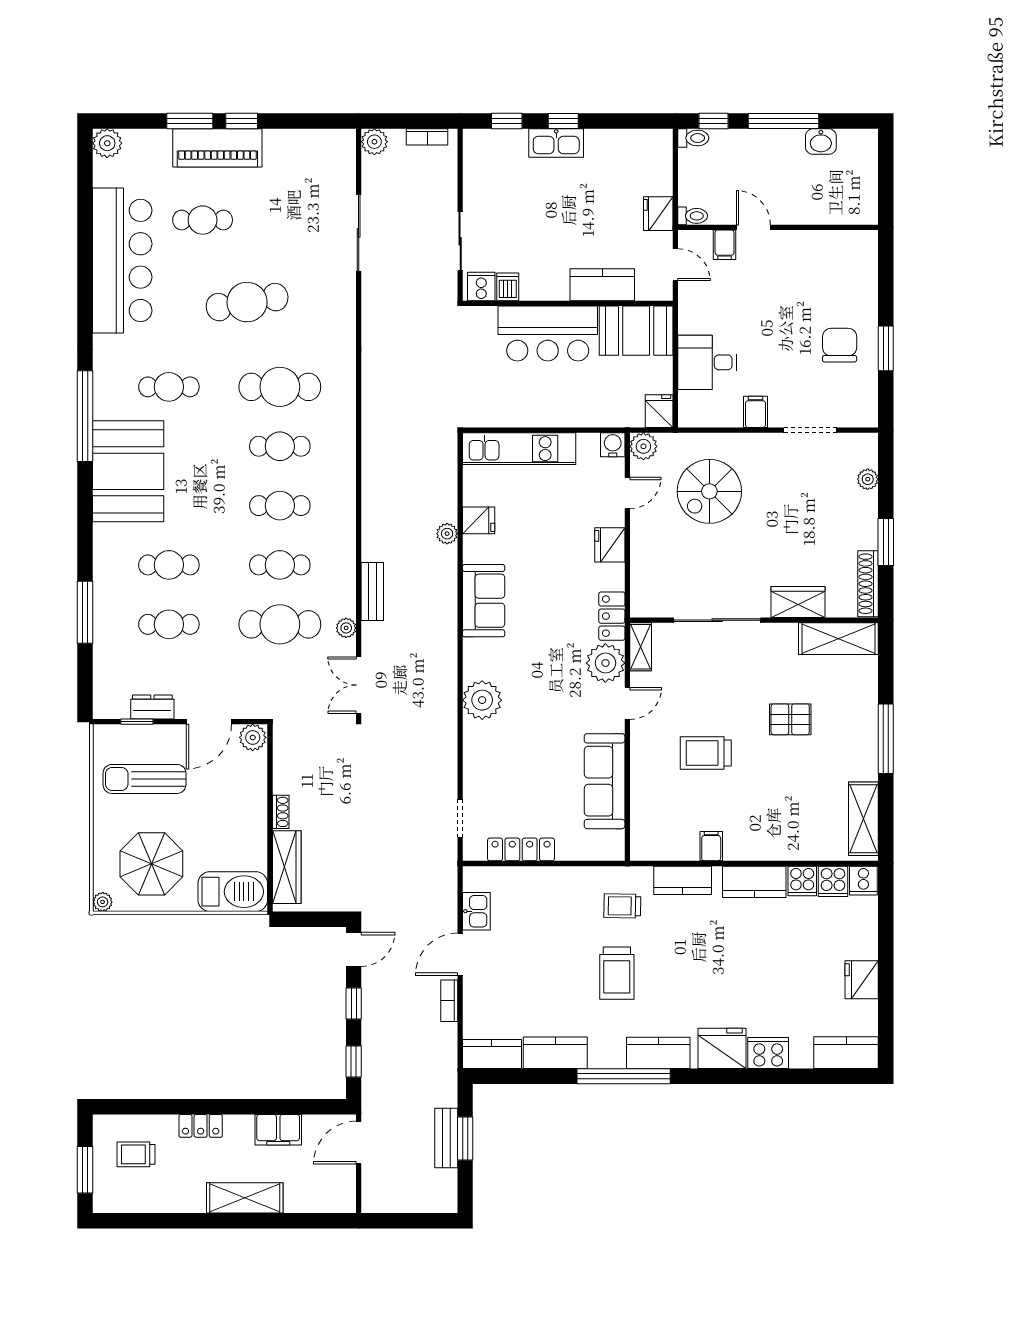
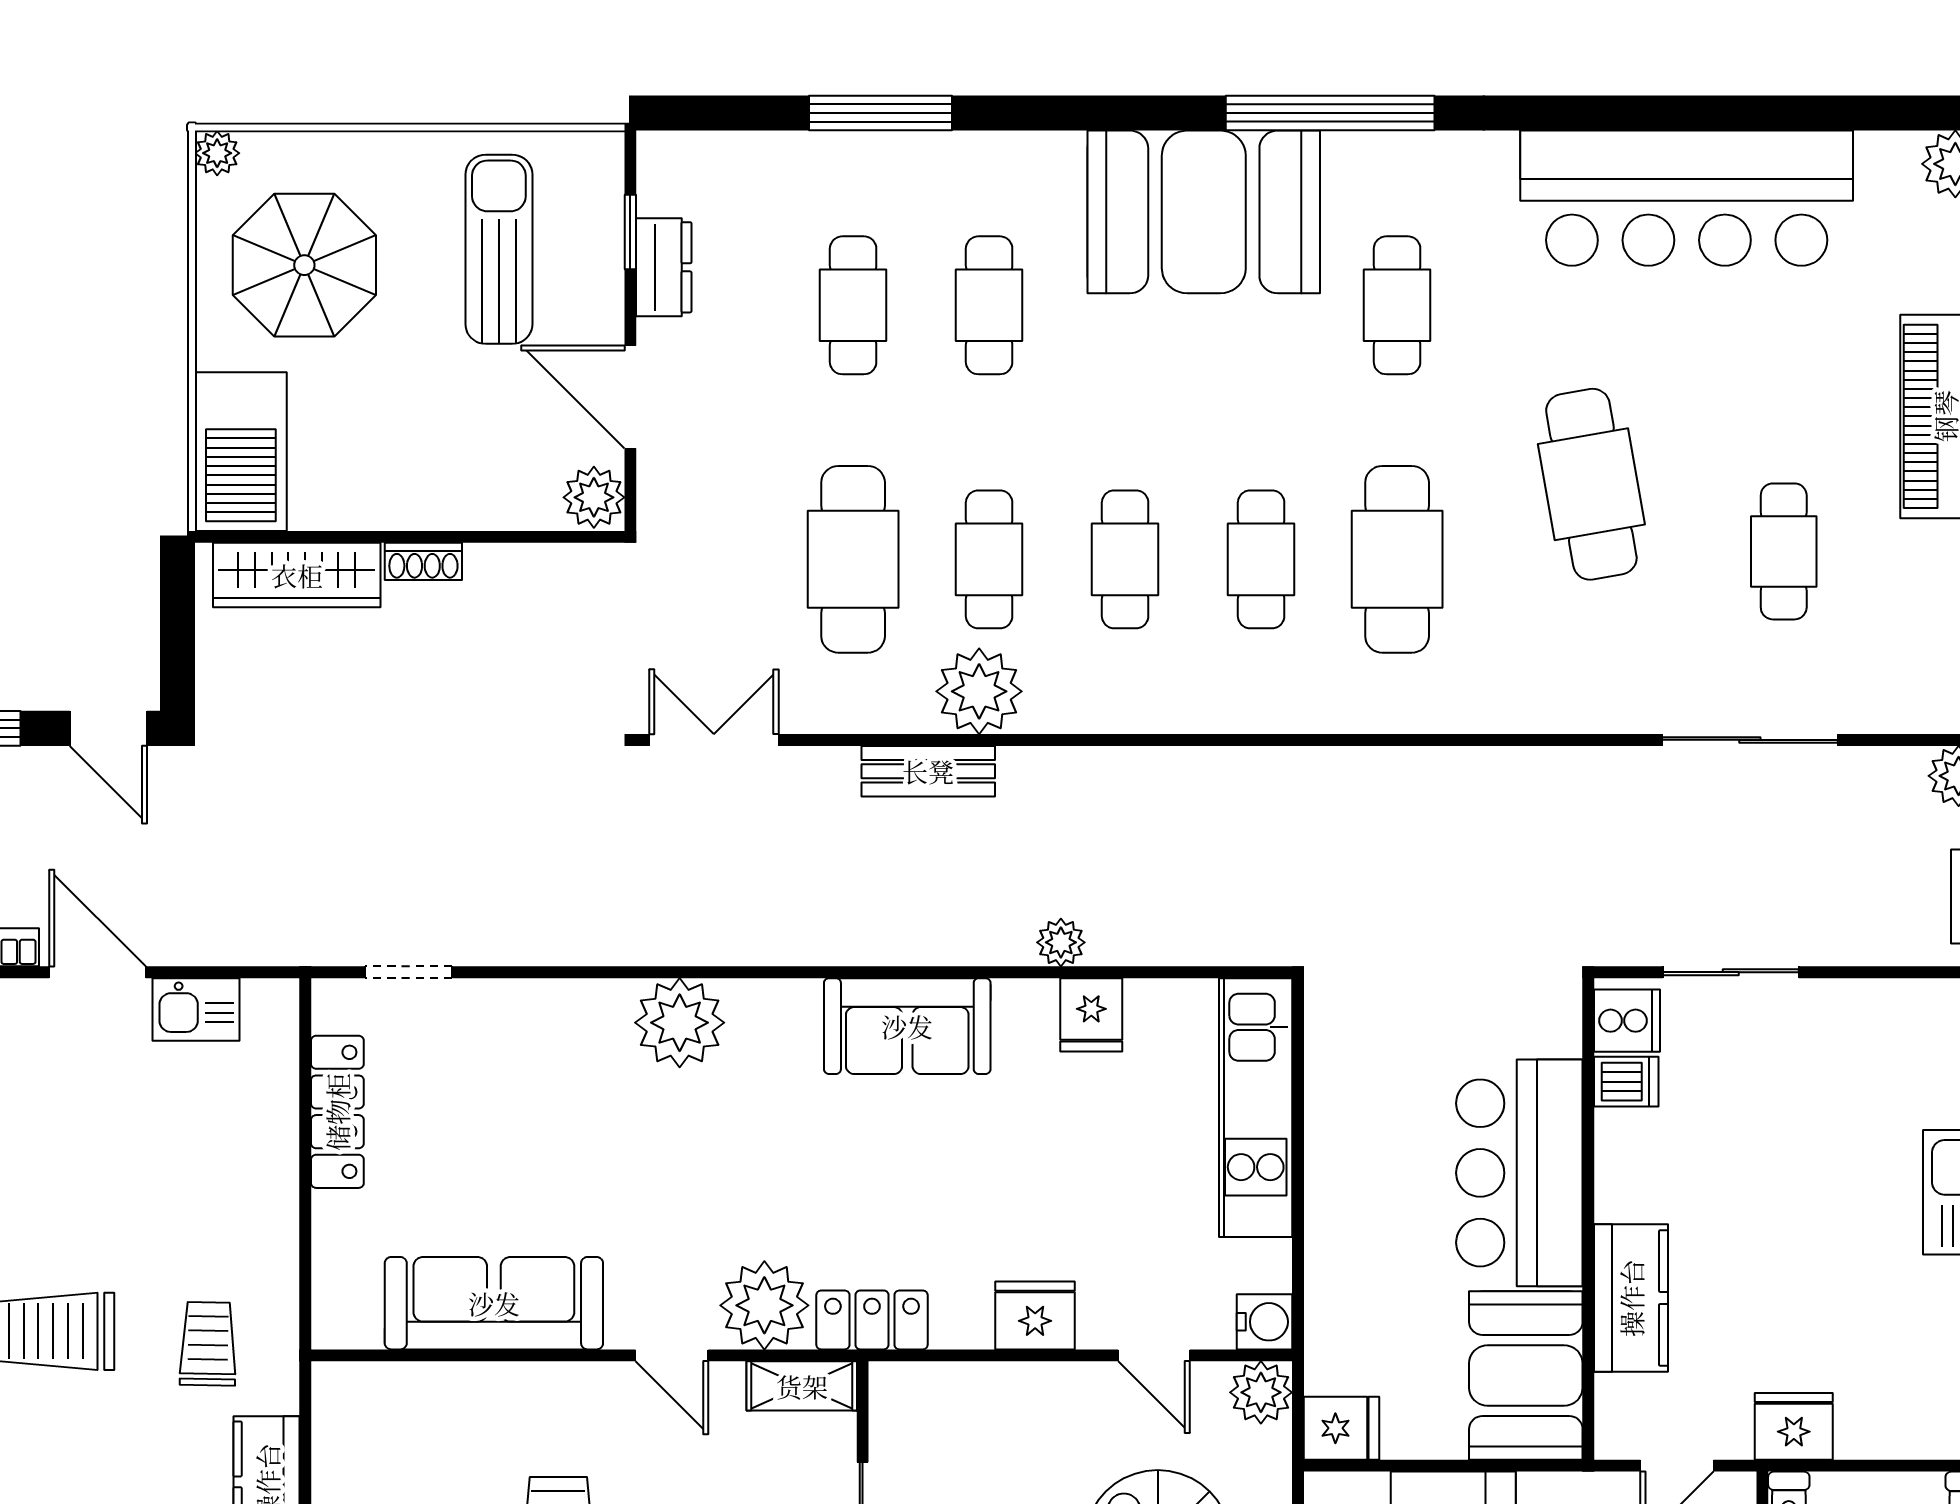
cafe table: (203, 220) -> (1784, 551), moved
plant: (346, 628) -> (979, 691), moved, width x1.87, depth x1.87

